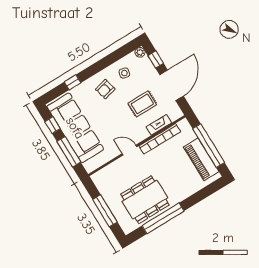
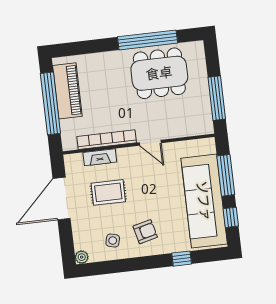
window: (156, 59) -> (66, 239), removed
window: (105, 211) -> (217, 98), moved

